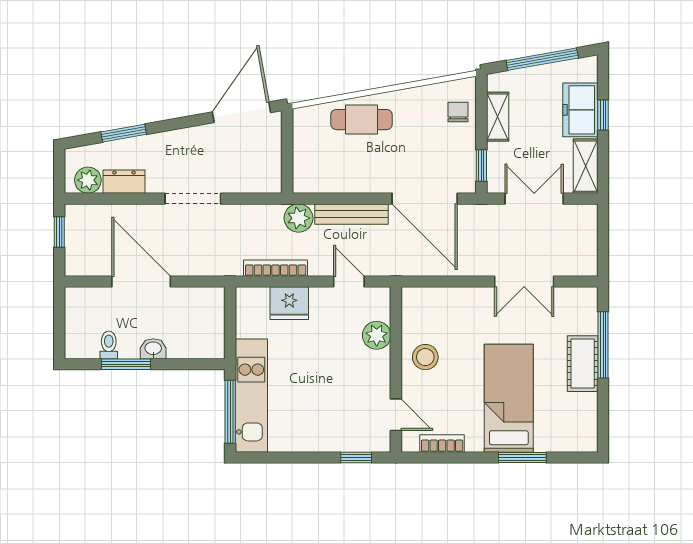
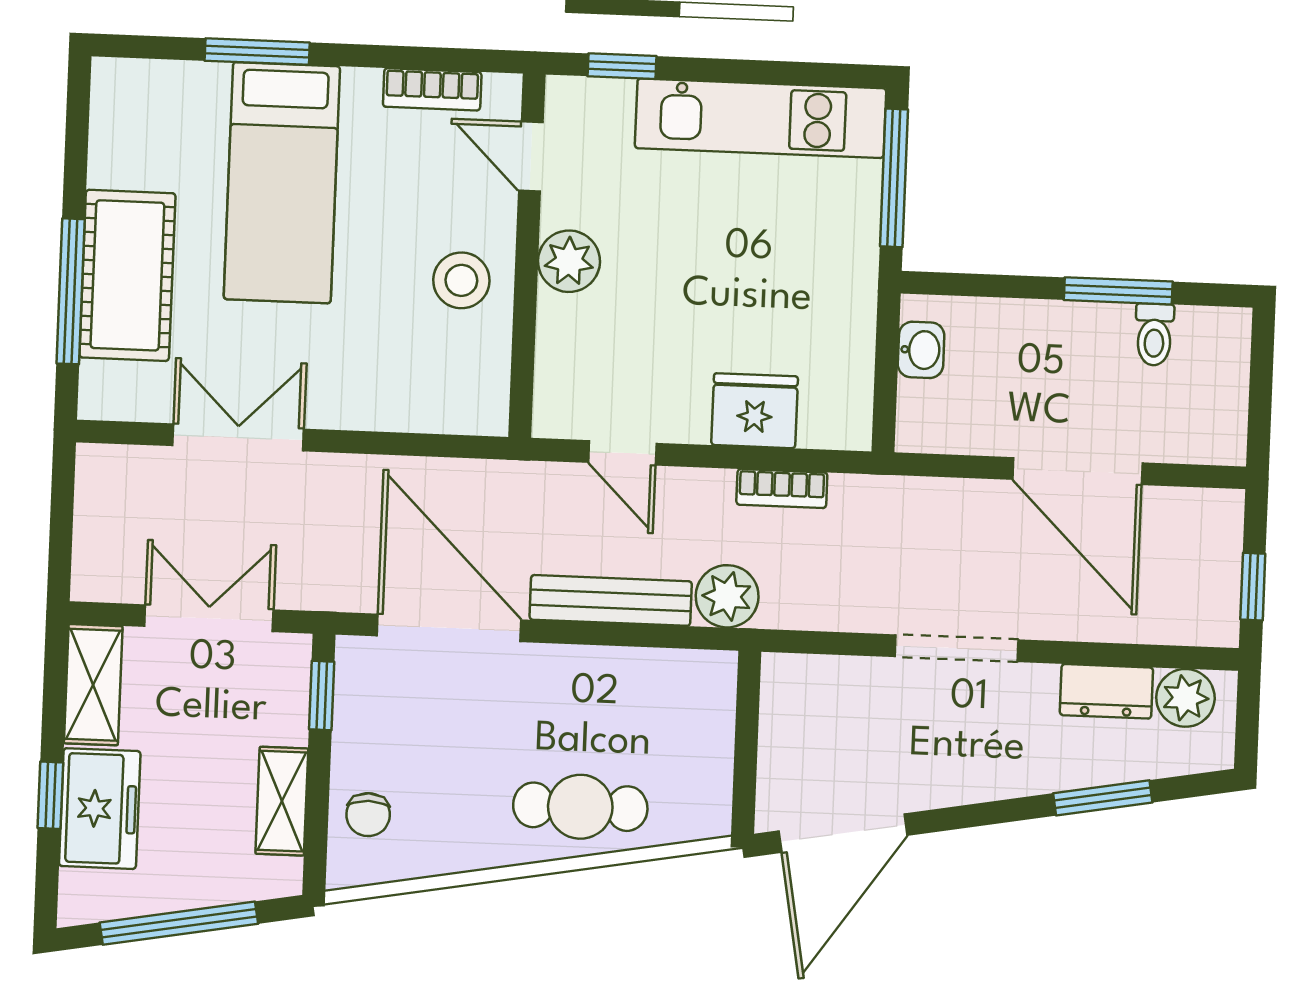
double door: (534, 199) -> (209, 618), swing flipped
bookcase: (276, 268) -> (782, 489), width x0.64
plant: (377, 335) -> (569, 261), moved
washbasin: (153, 349) -> (921, 350), moved, turned -90
cot: (583, 364) -> (127, 275), width x1.37, depth x1.34
kitchen unit: (251, 396) -> (761, 118), moved, turned -90

